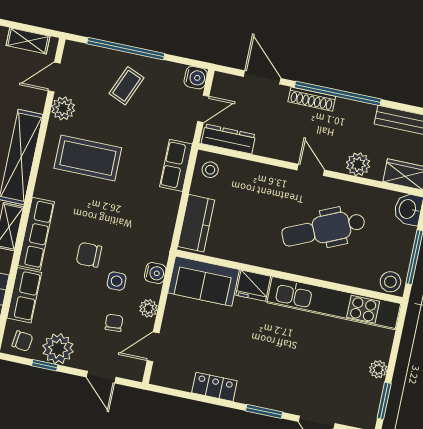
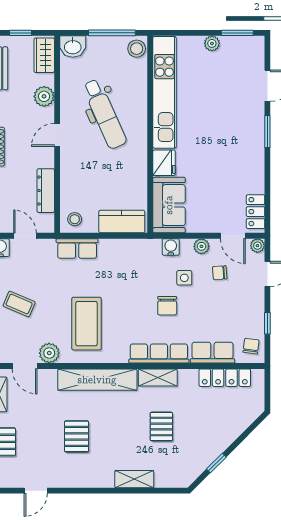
dresser: (228, 139) -> (46, 191), moved
plant: (58, 349) -> (257, 246), moved, width x0.53, depth x0.53
locker: (214, 387) -> (256, 212), moved

